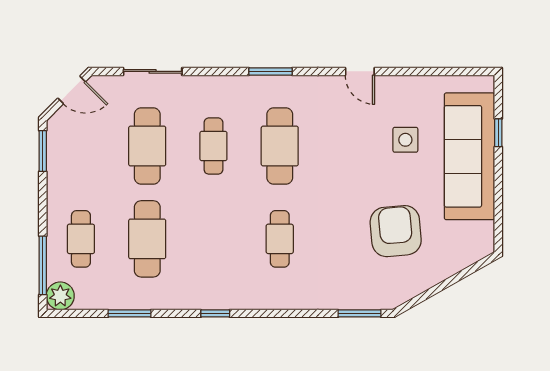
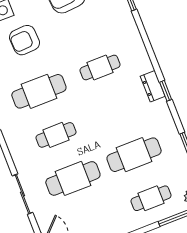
armchair: (355, 153) -> (24, 40), added
dresser: (228, 299) -> (153, 86), added

